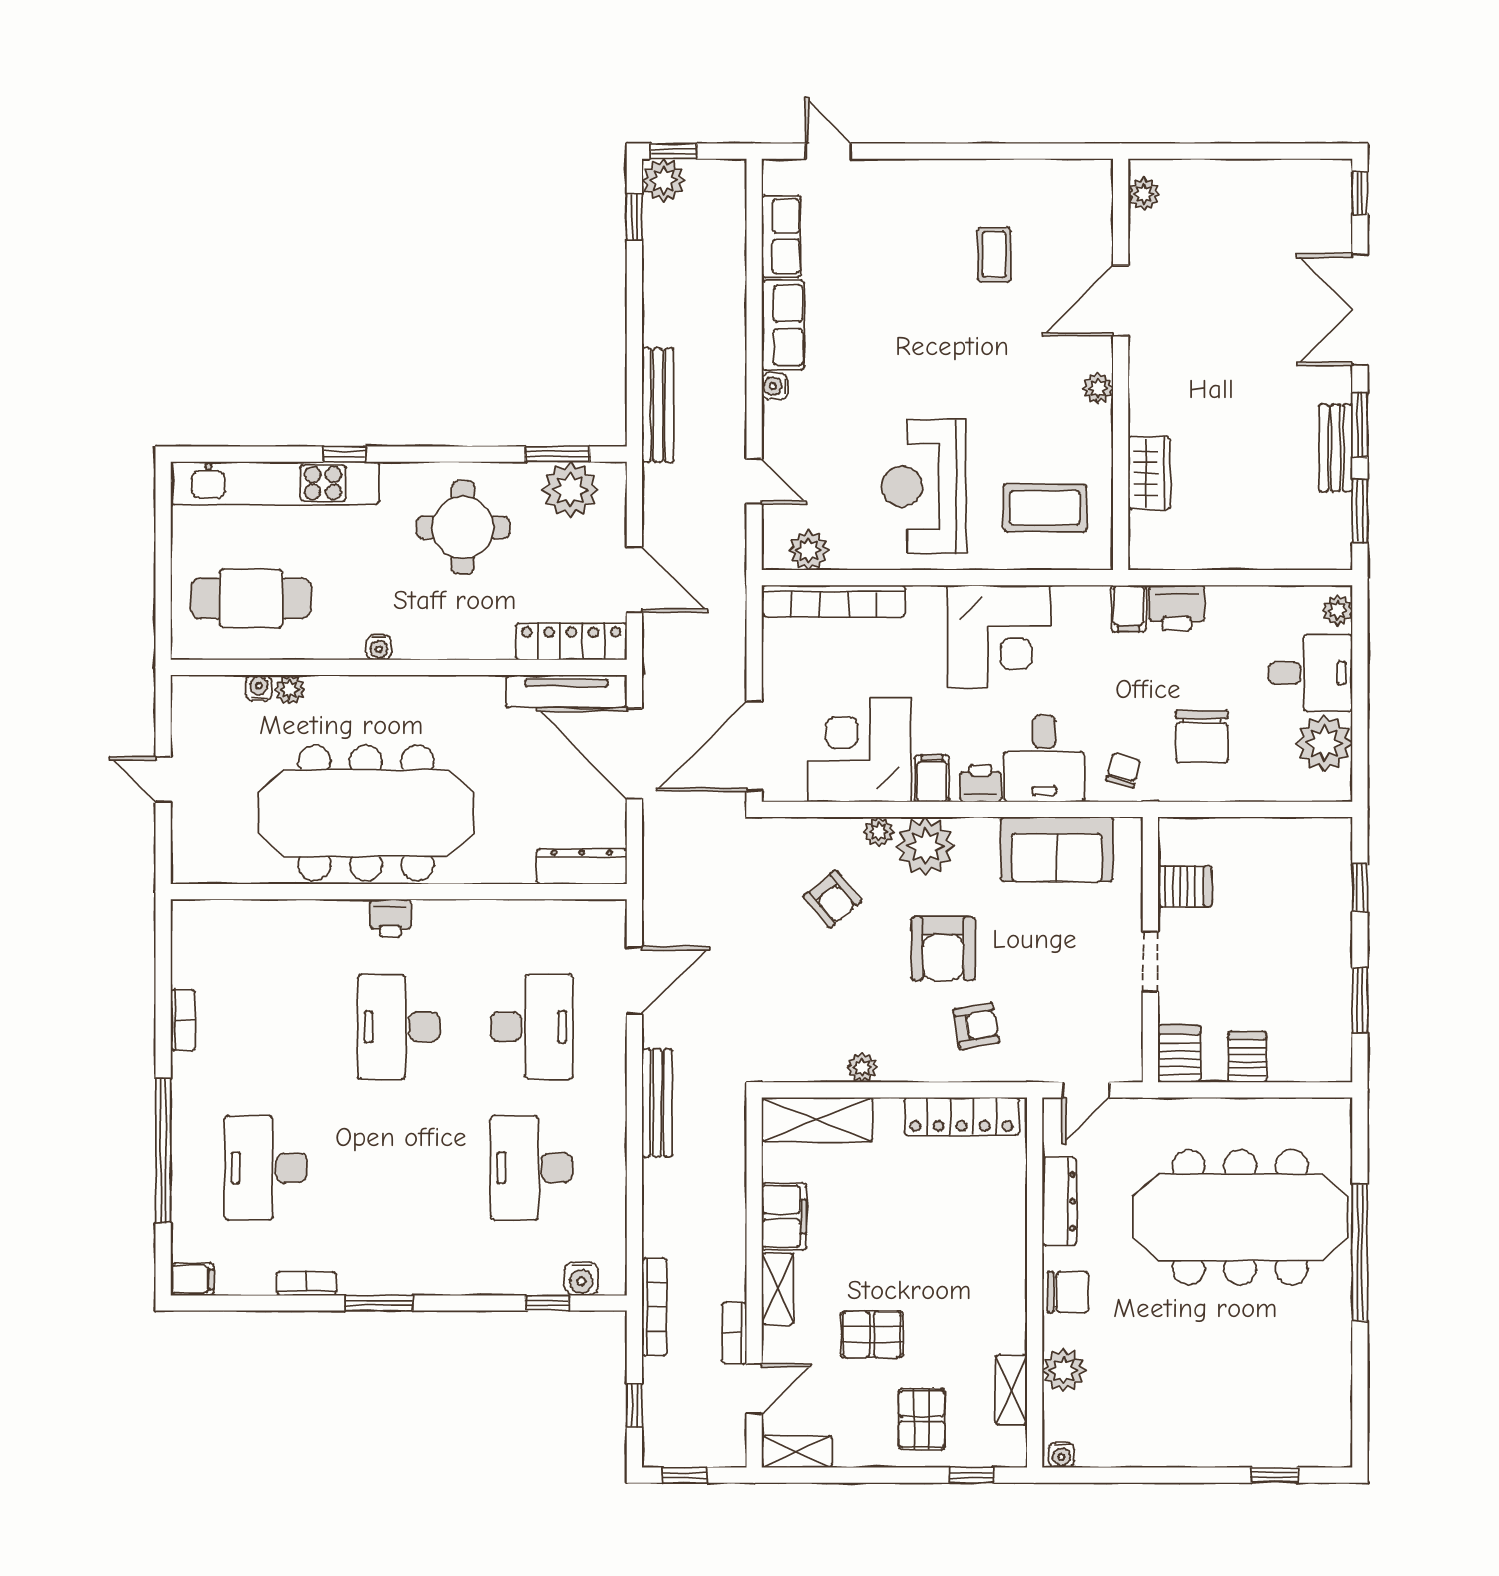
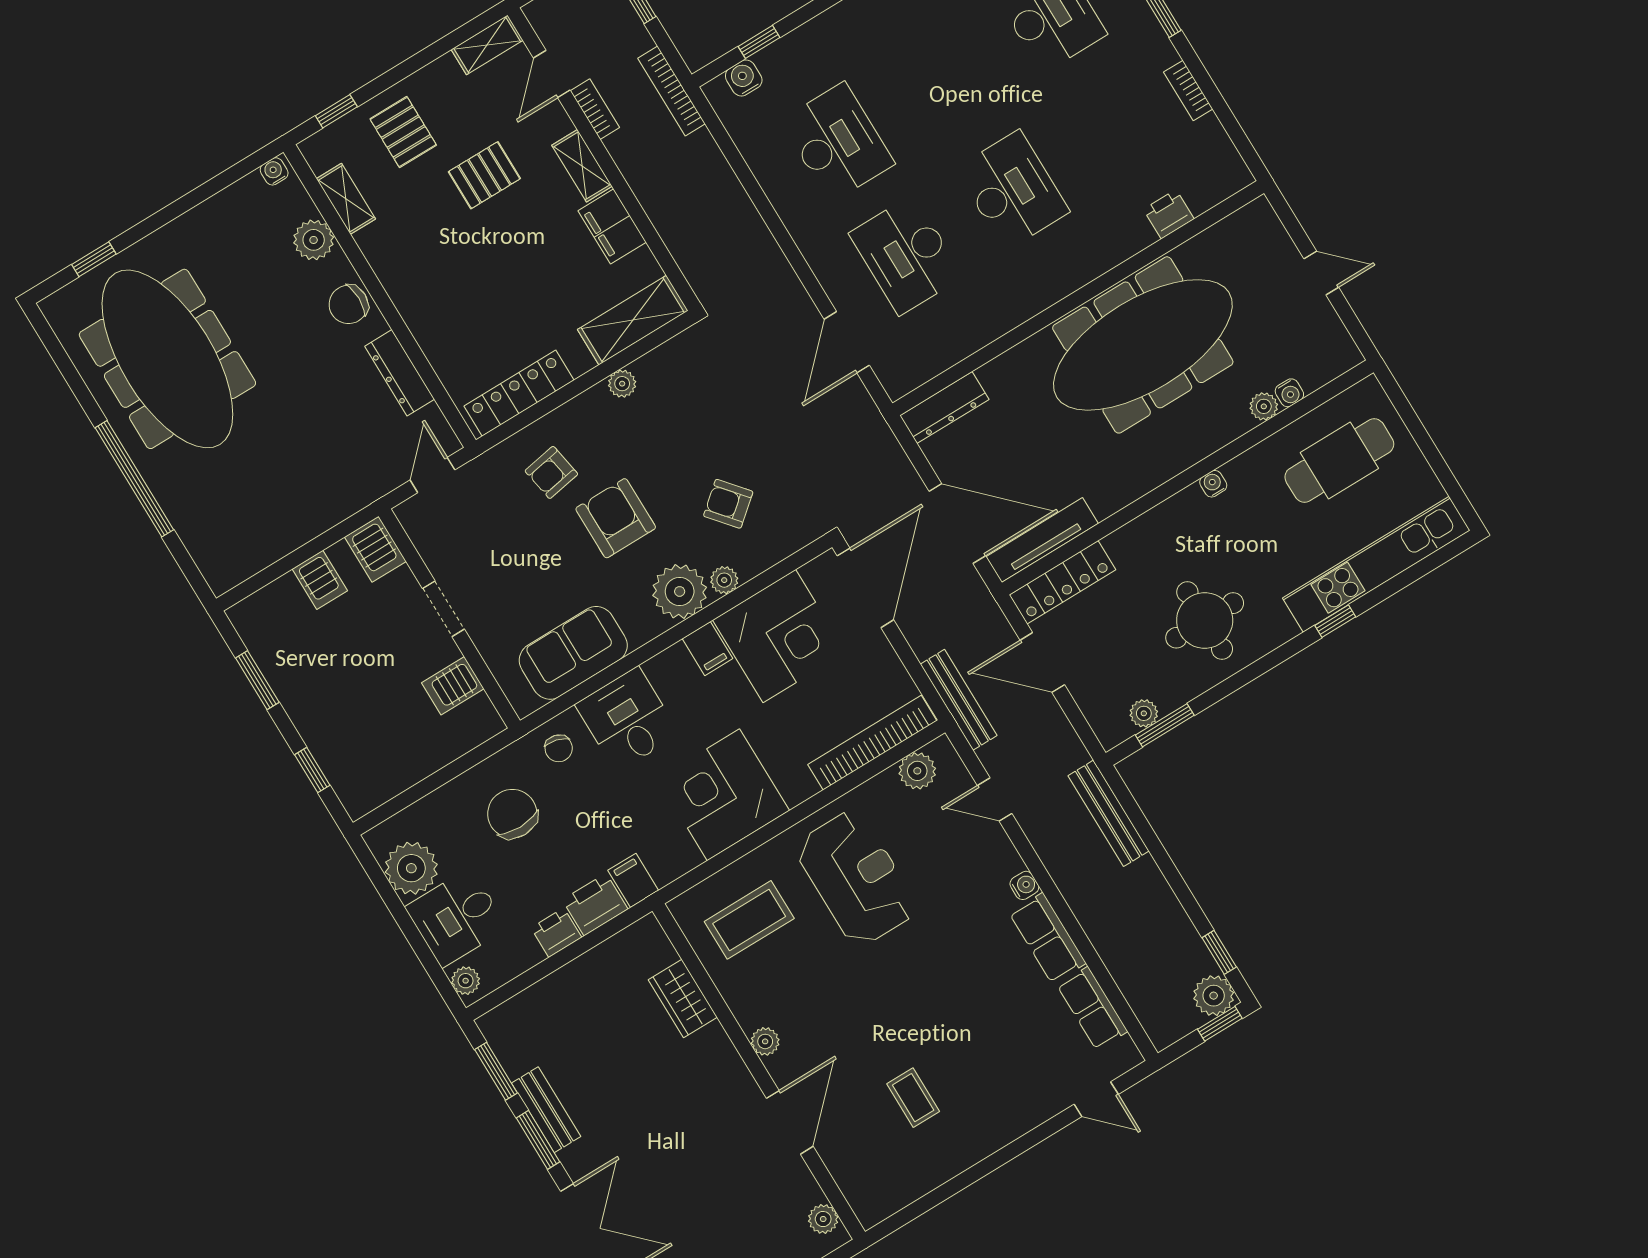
plant: (570, 490) -> (1144, 713), width x0.53, depth x0.53
printer: (981, 783) -> (556, 933), moved, turned 180
printer: (390, 918) -> (1169, 214), moved
bench: (657, 1103) -> (959, 700), moved
meeting table: (1240, 1217) -> (167, 359), moved, turned 90

